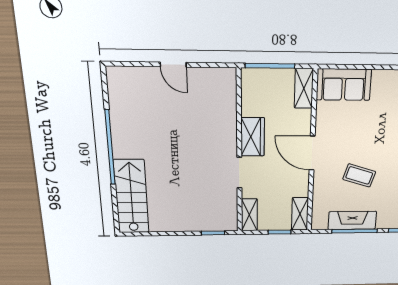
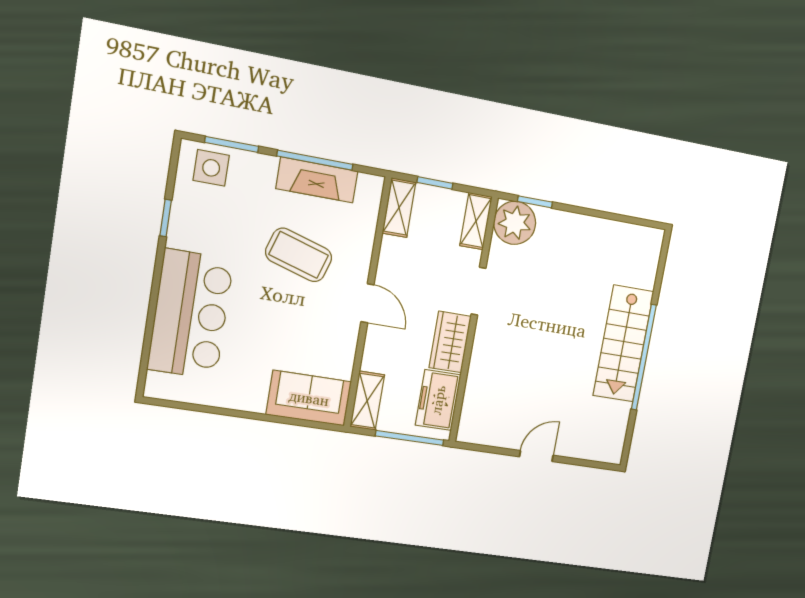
door: (173, 65) -> (536, 456), hinge flipped
freezer: (254, 96) -> (438, 400), added
door: (312, 153) -> (367, 303), width x0.73
coffee table: (359, 175) -> (299, 255), width x1.36, depth x1.30
stairs: (131, 197) -> (623, 344), moved
plant: (224, 218) -> (515, 223), added

